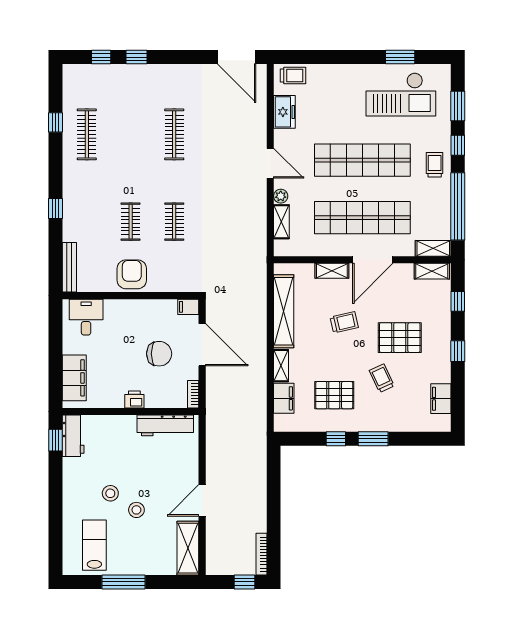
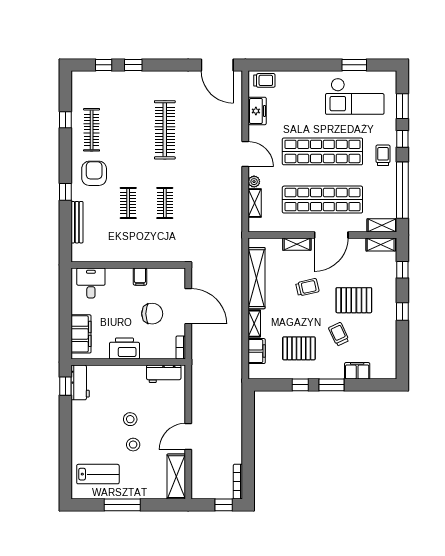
clothes rail: (174, 134) -> (165, 130), width x1.37, depth x1.31
bench: (69, 267) -> (77, 222), moved
armchair: (132, 274) -> (94, 173), moved
filing cabinet: (188, 307) -> (140, 277), moved, turned -90
printer: (134, 399) -> (124, 349), width x1.87, depth x1.48
filing cabinet: (441, 399) -> (357, 371), moved, turned 90
workbench: (165, 425) -> (164, 374), width x0.73
stool: (110, 493) -> (130, 419), moved
lab bench: (94, 545) -> (98, 474), turned 90

